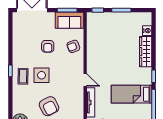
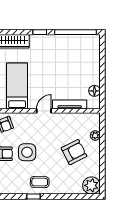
side table: (42, 75) -> (27, 152), moved
bed: (131, 94) -> (17, 86), moved, turned 180

